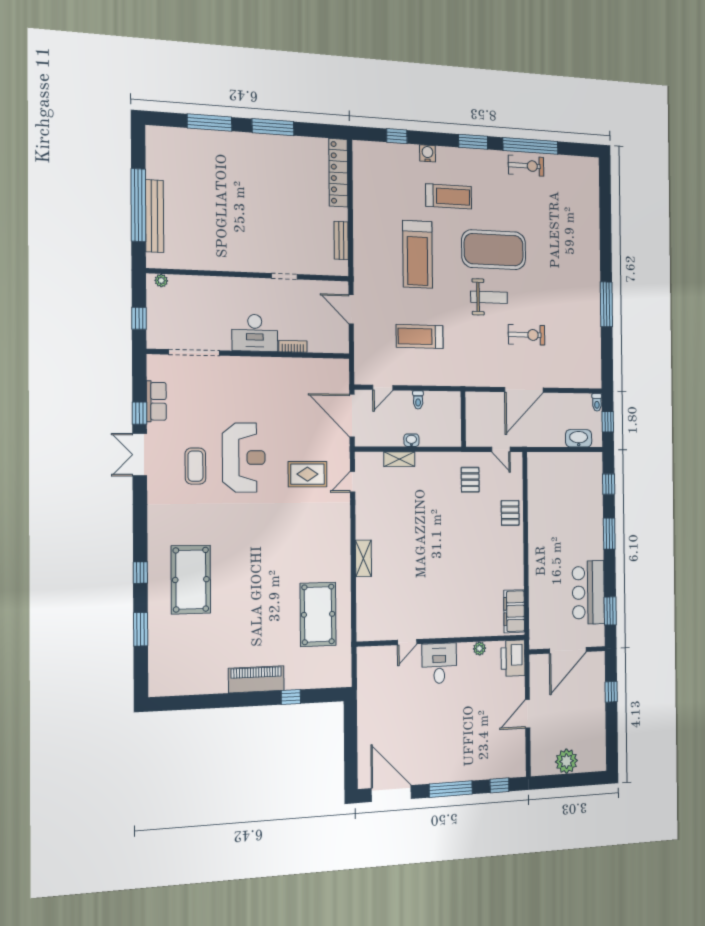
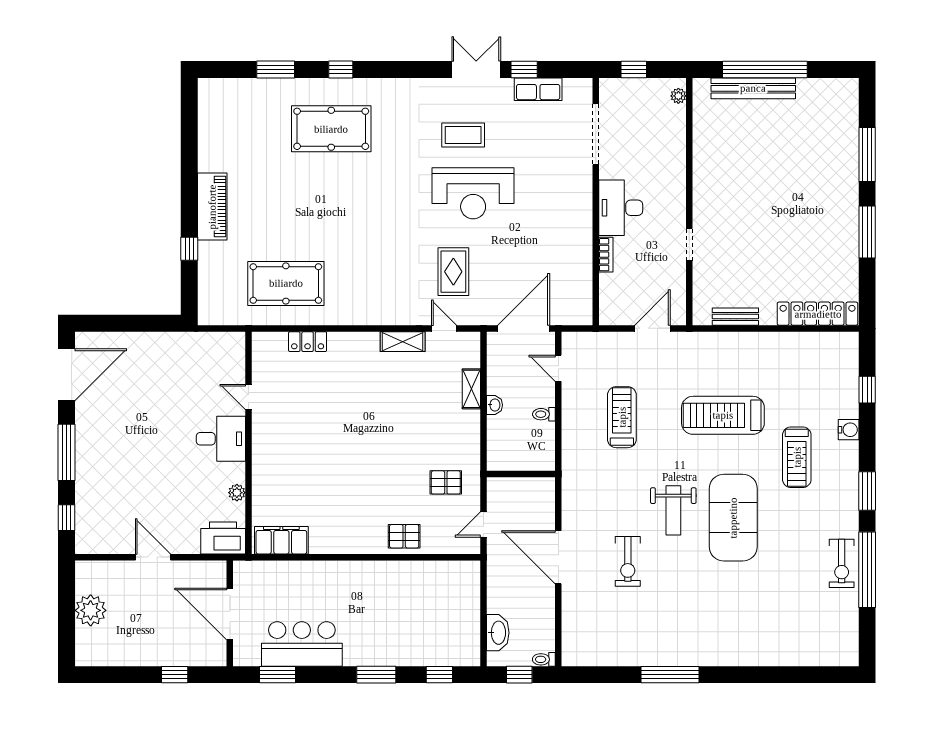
shelving: (363, 558) -> (403, 342), moved
locker: (364, 595) -> (308, 342), added

